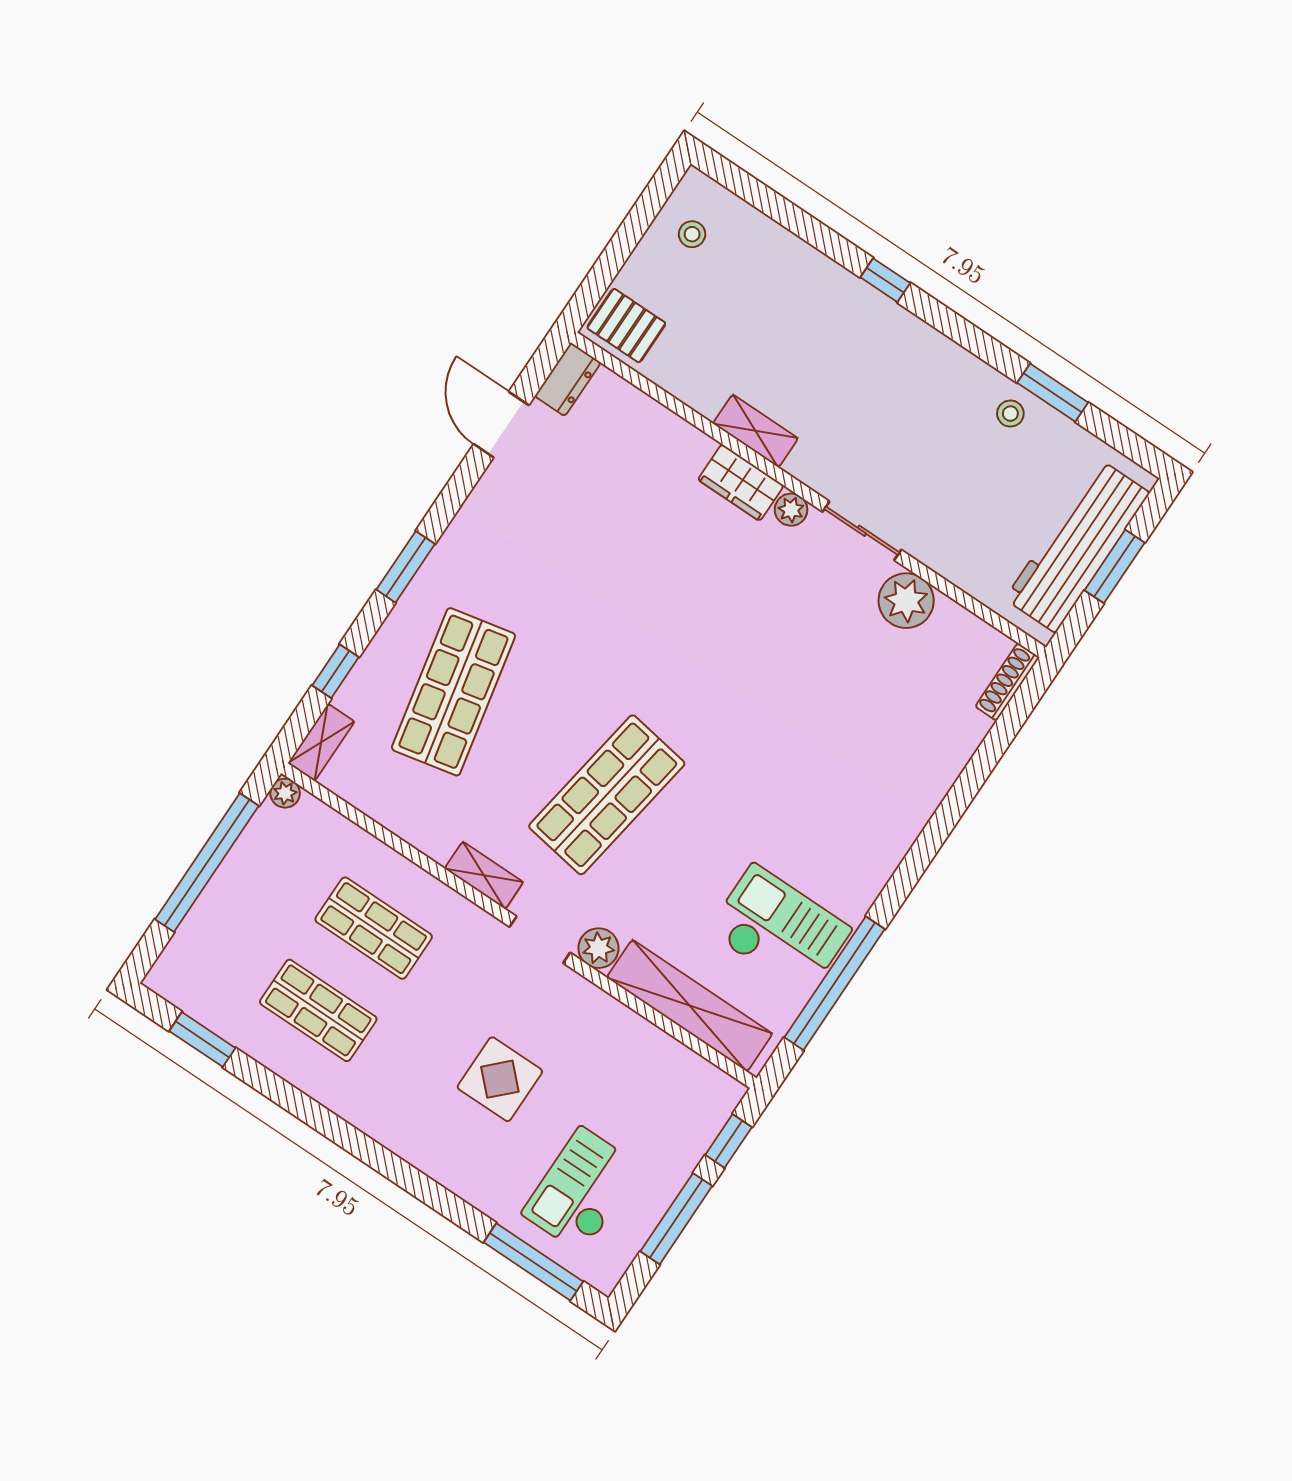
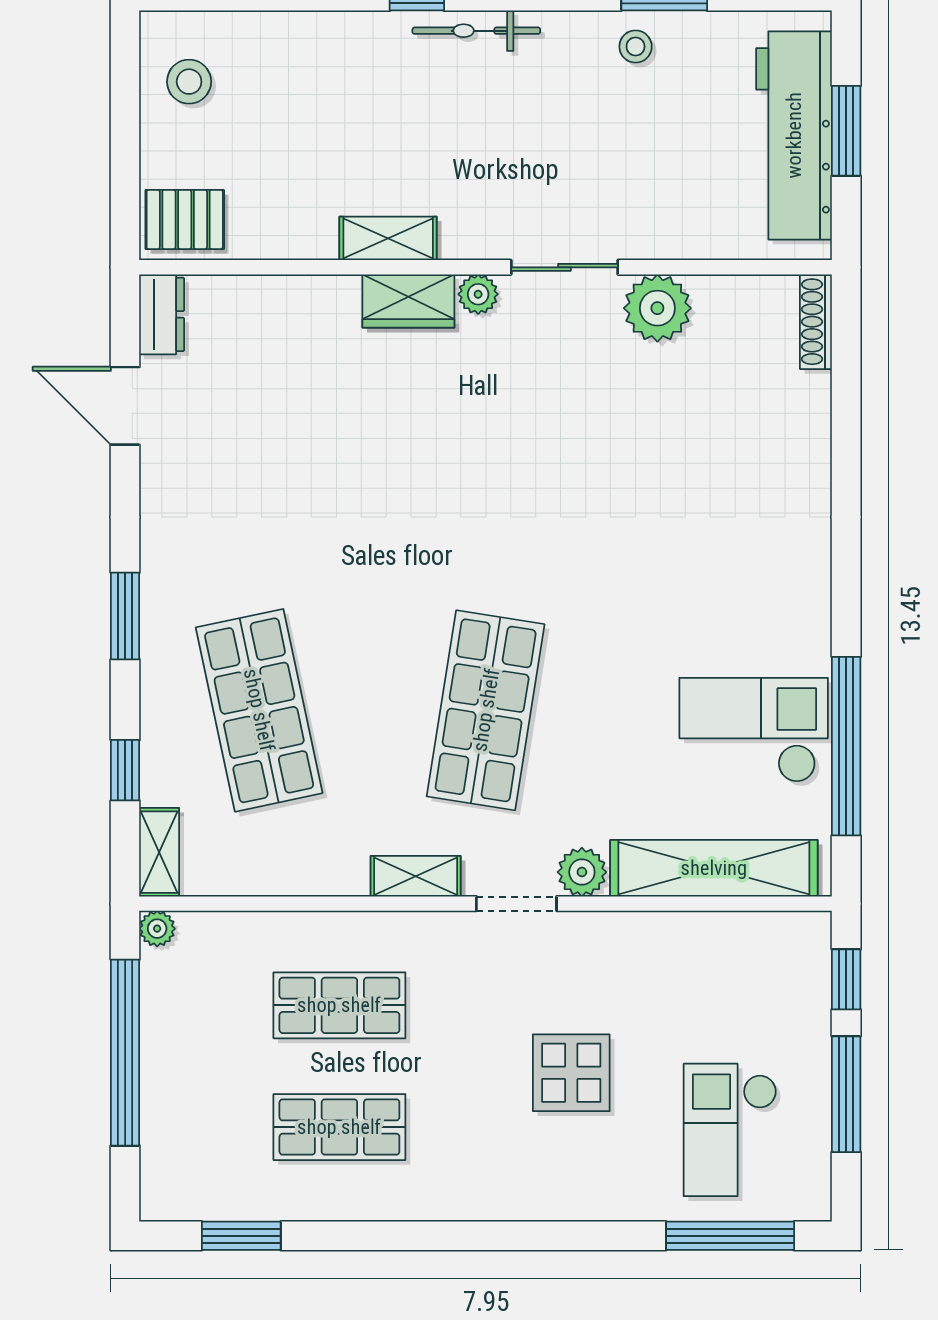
stool: (692, 234) -> (189, 82), width x1.37, depth x1.37
bicycle: (910, 330) -> (476, 31), added

